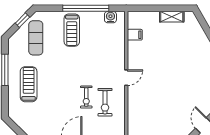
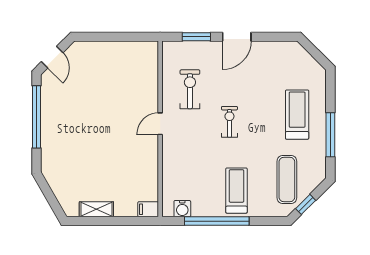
filing cabinet: (135, 35) -> (148, 209), moved
treadmill: (29, 84) -> (297, 115), turned 180
exercise bike: (86, 97) -> (229, 122), moved

